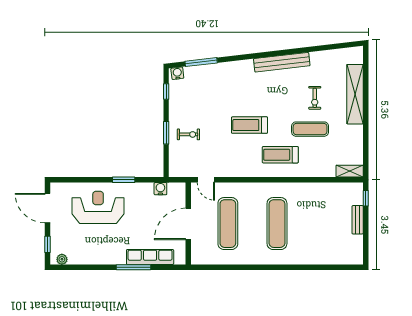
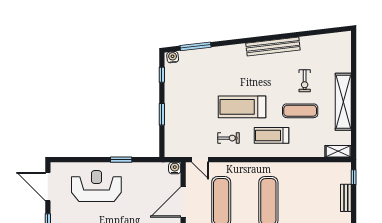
shelving: (355, 94) -> (343, 102), moved
treadmill: (249, 125) -> (242, 107), width x1.37, depth x1.38
exercise bike: (188, 134) -> (228, 138), moved
water cooler: (160, 189) -> (175, 168), moved

